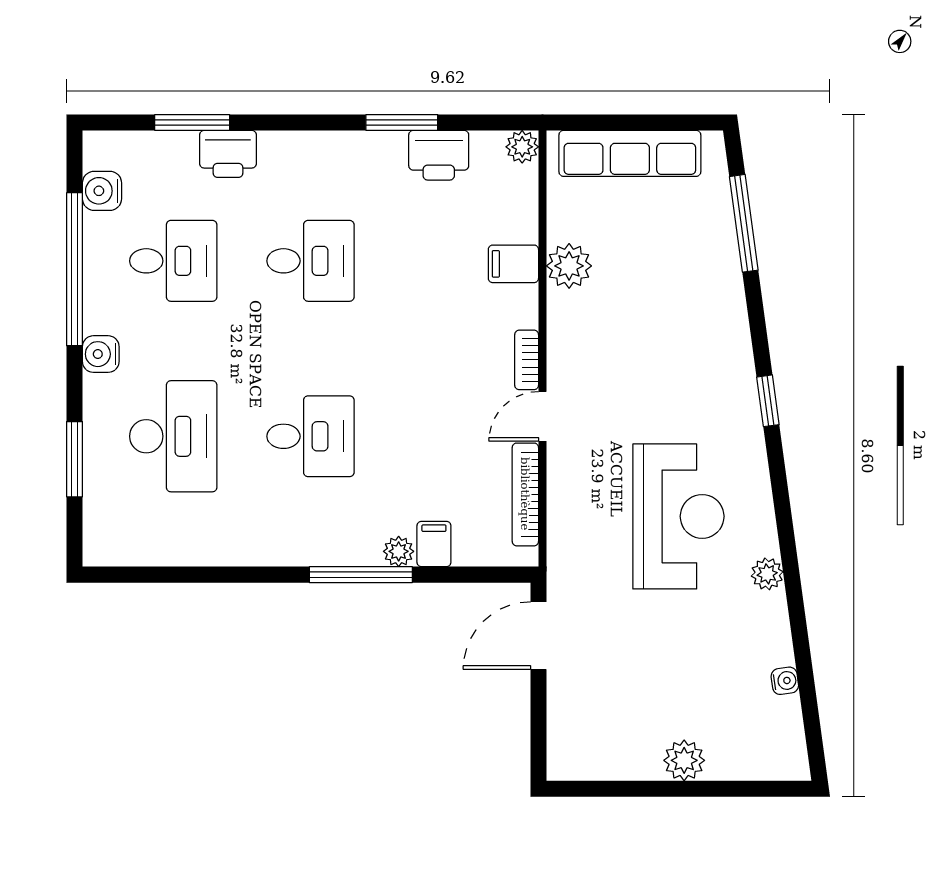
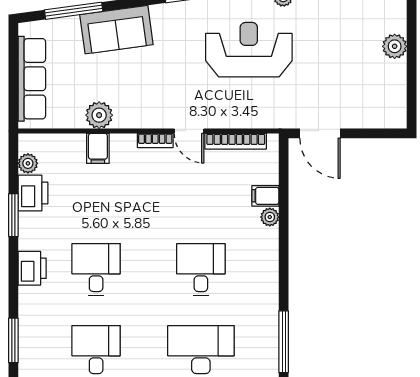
plant: (522, 147) -> (28, 163), moved
printer: (228, 154) -> (32, 268), moved
sofa: (712, 295) -> (116, 30), added
window: (361, 575) -> (284, 342), moved

